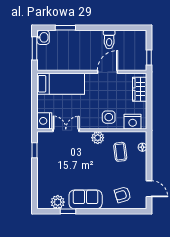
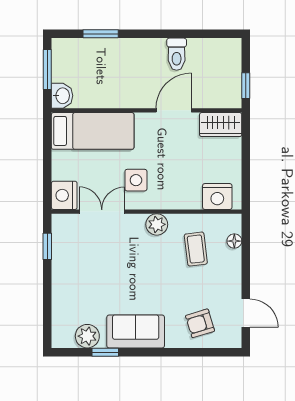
washbasin: (43, 37) -> (62, 96), moved
wardrobe: (140, 89) -> (221, 125), moved, turned -90
side table: (109, 117) -> (136, 180), moved

